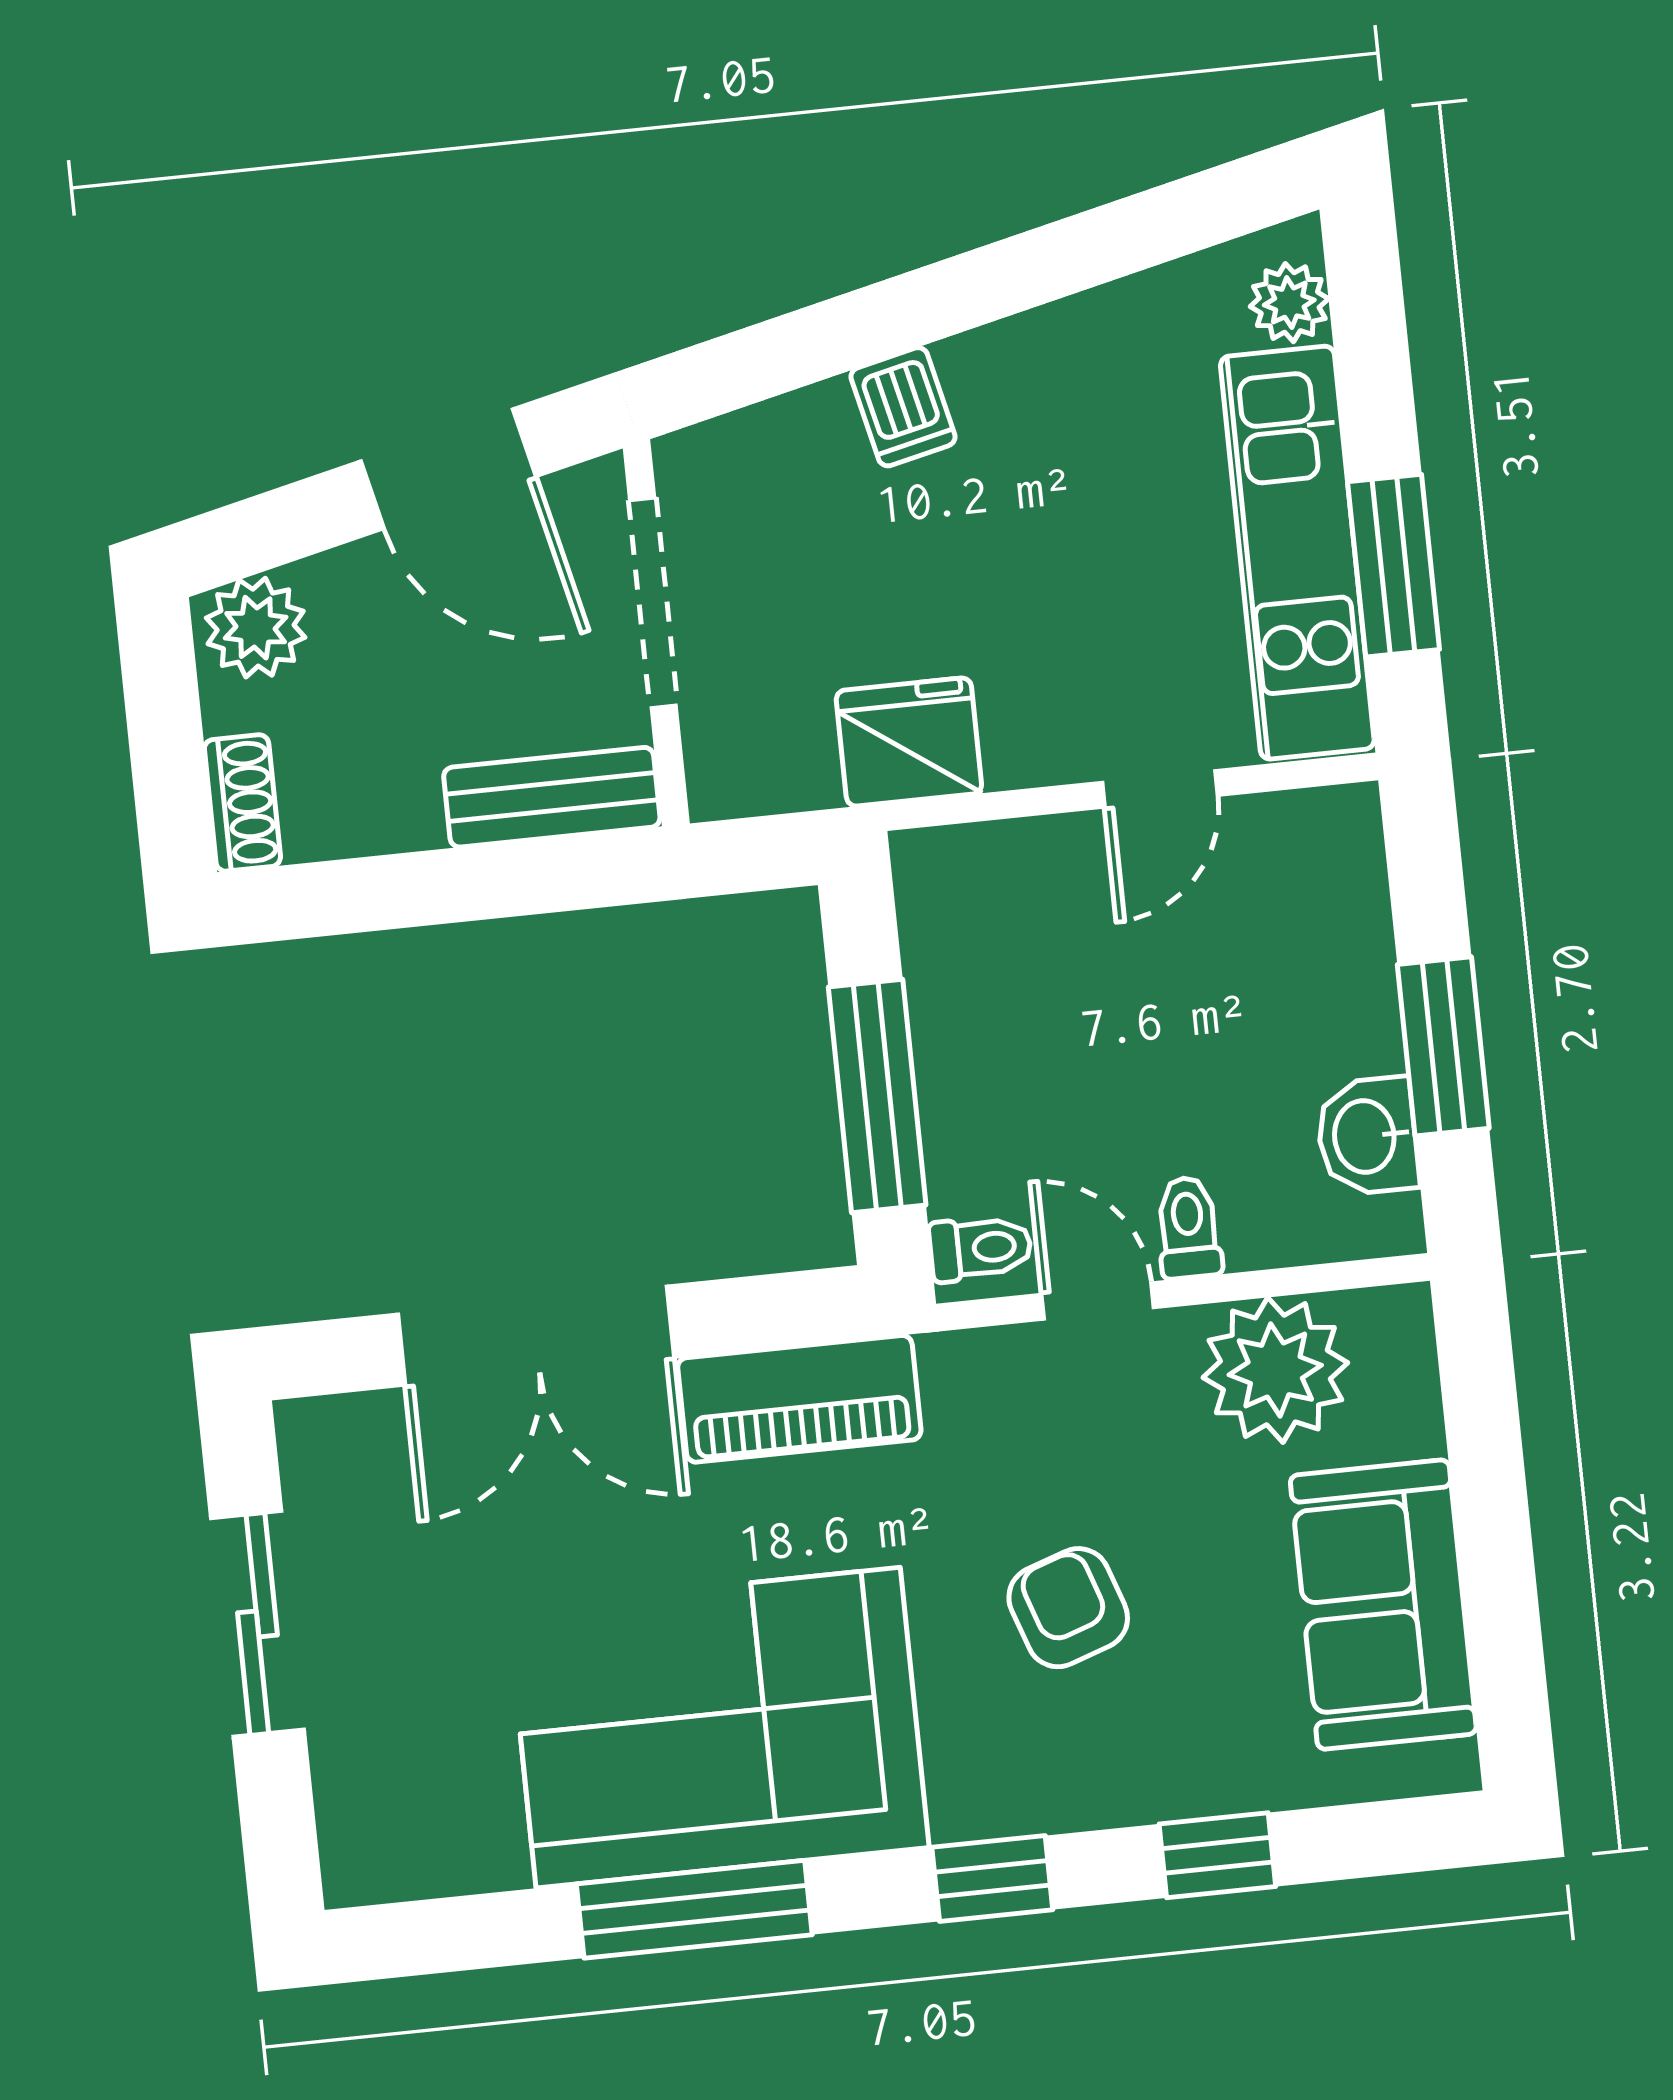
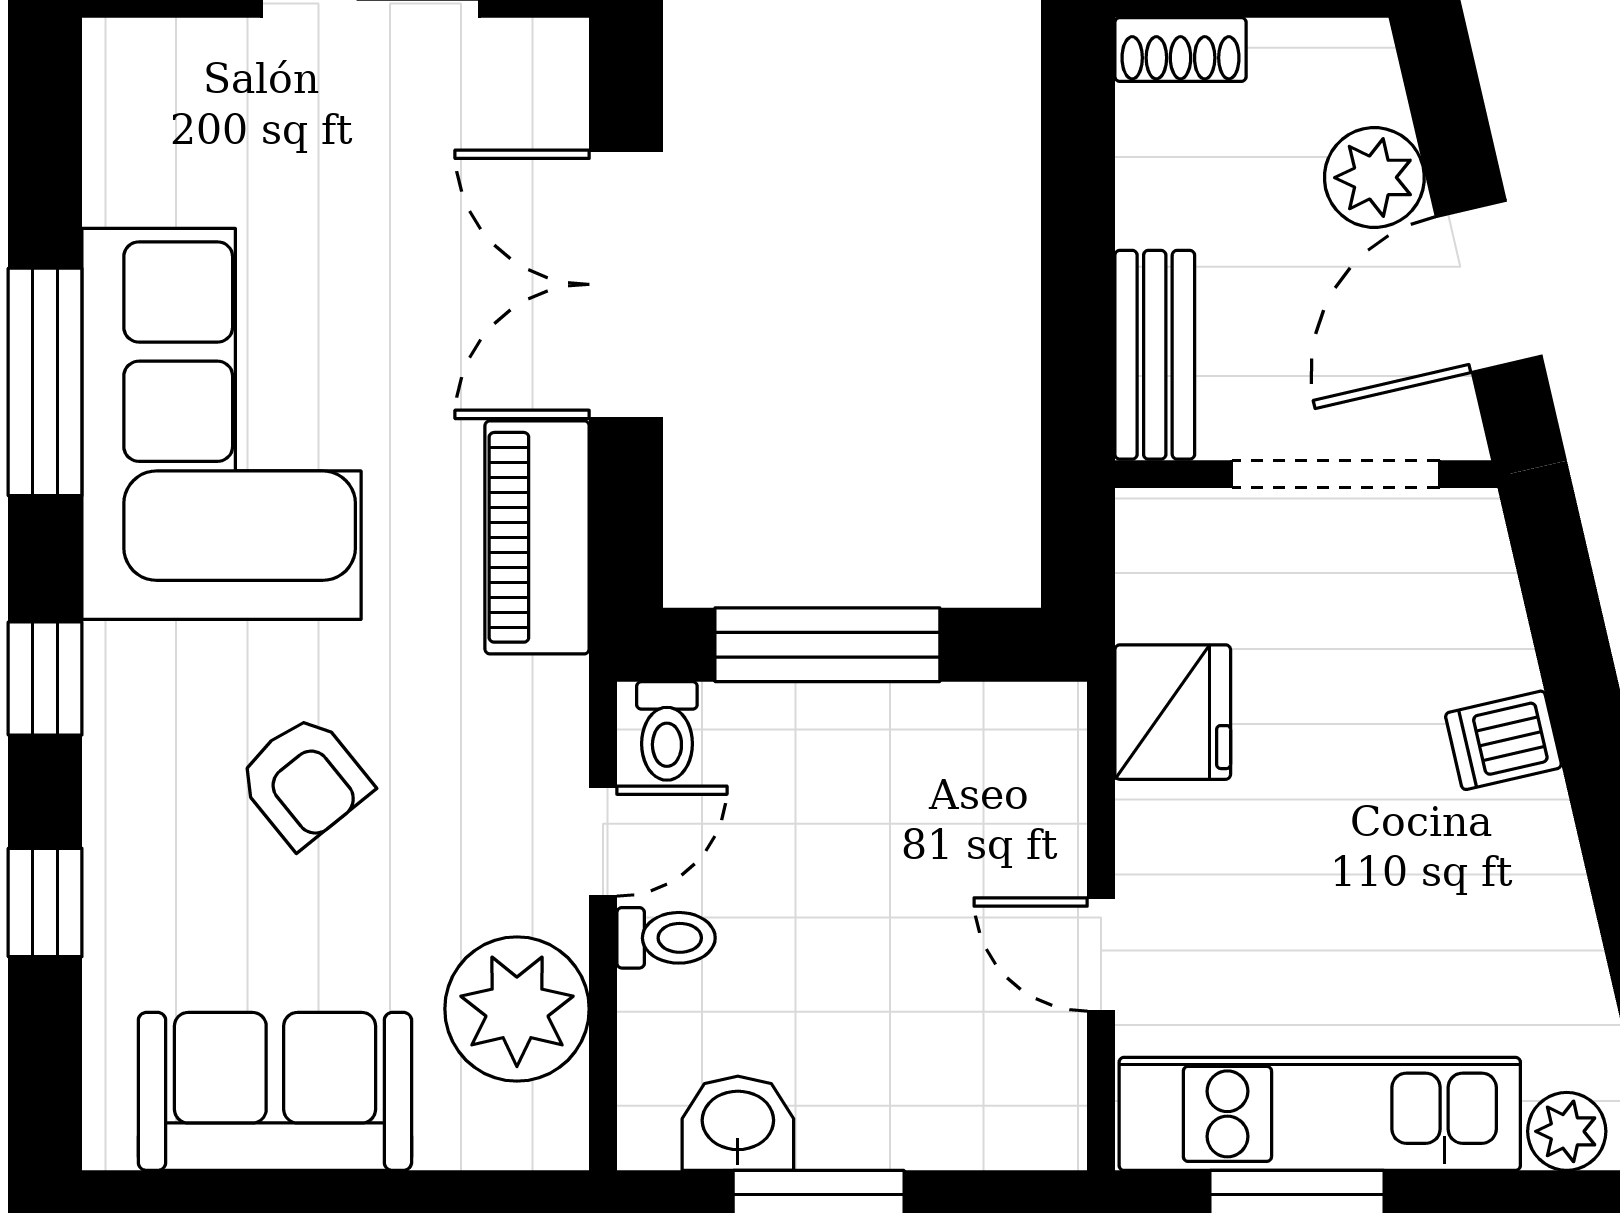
plant: (256, 628) -> (1374, 178), moved
armchair: (1068, 1608) -> (304, 781), turned 70

